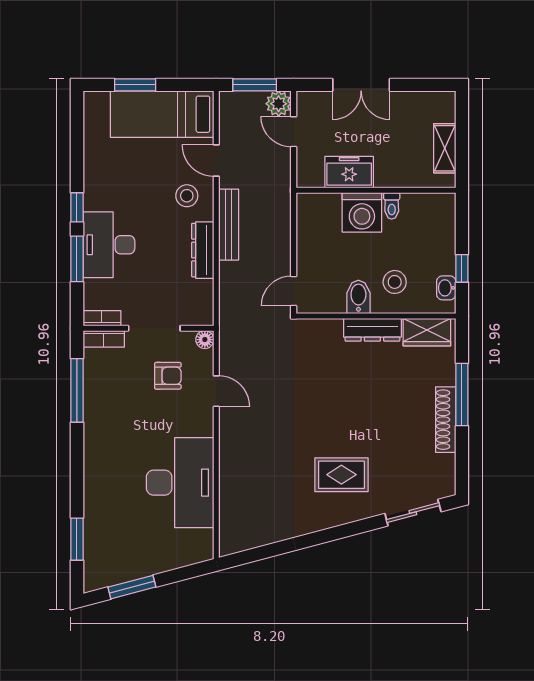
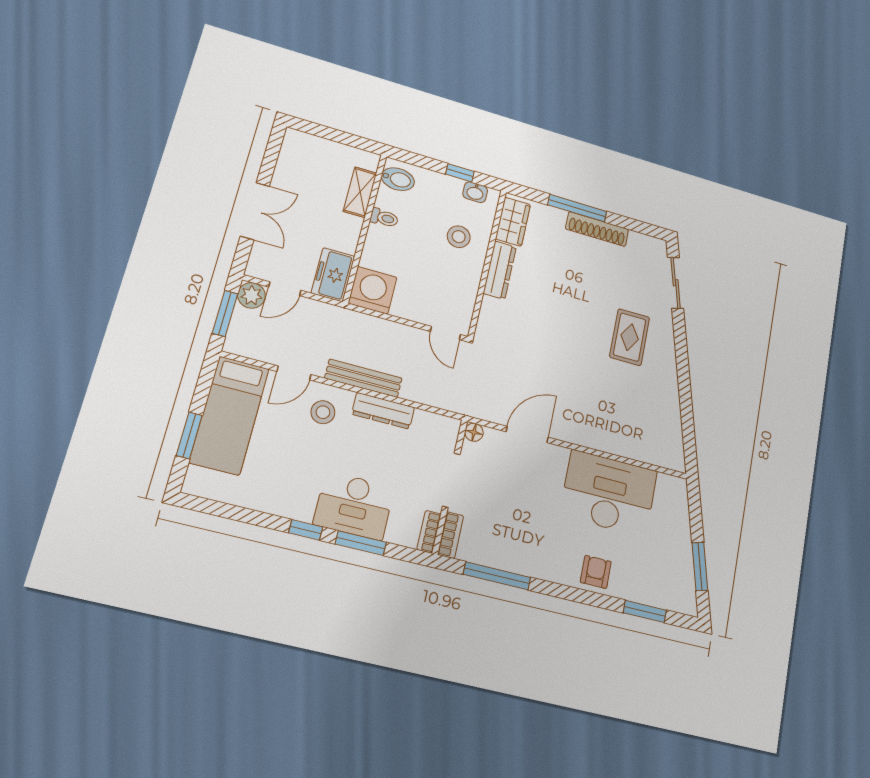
shelving: (445, 148) -> (360, 192), moved, turned 90
freezer: (349, 172) -> (333, 275), moved
washing machine: (362, 212) -> (373, 290), moved, turned -90
bidet: (358, 297) -> (398, 179), moved, turned 180
armchair: (168, 376) -> (596, 572), moved
door: (216, 391) -> (527, 434), width x1.38

